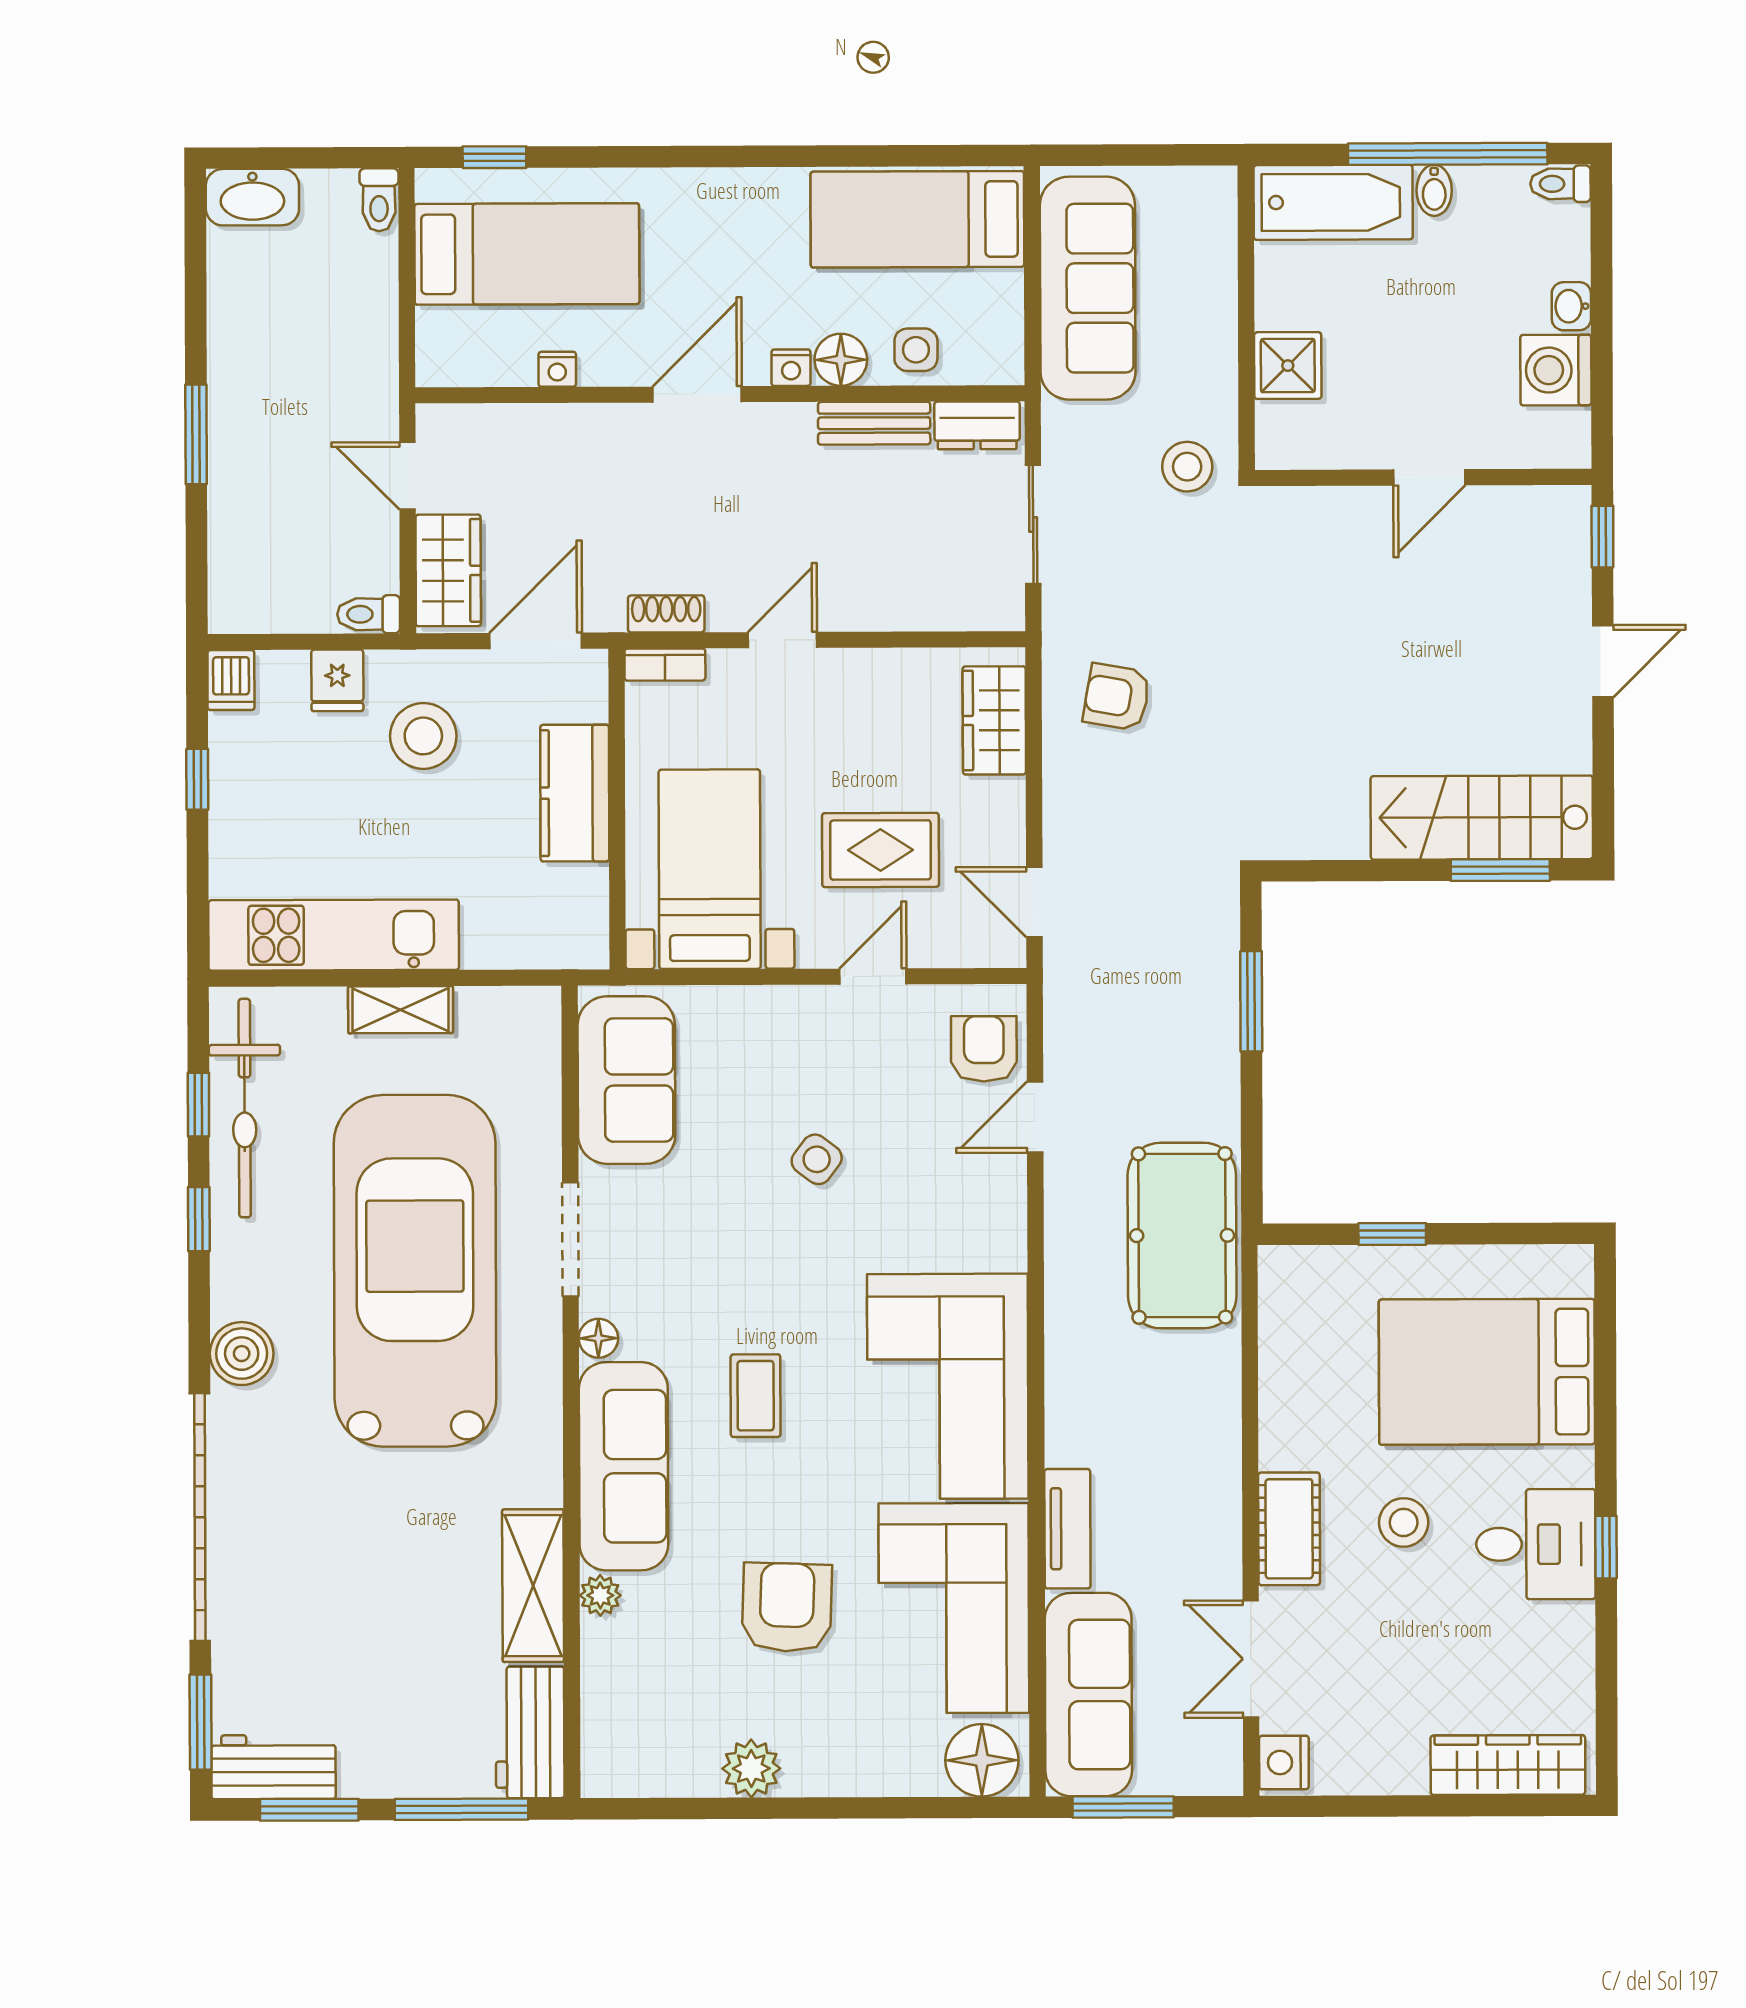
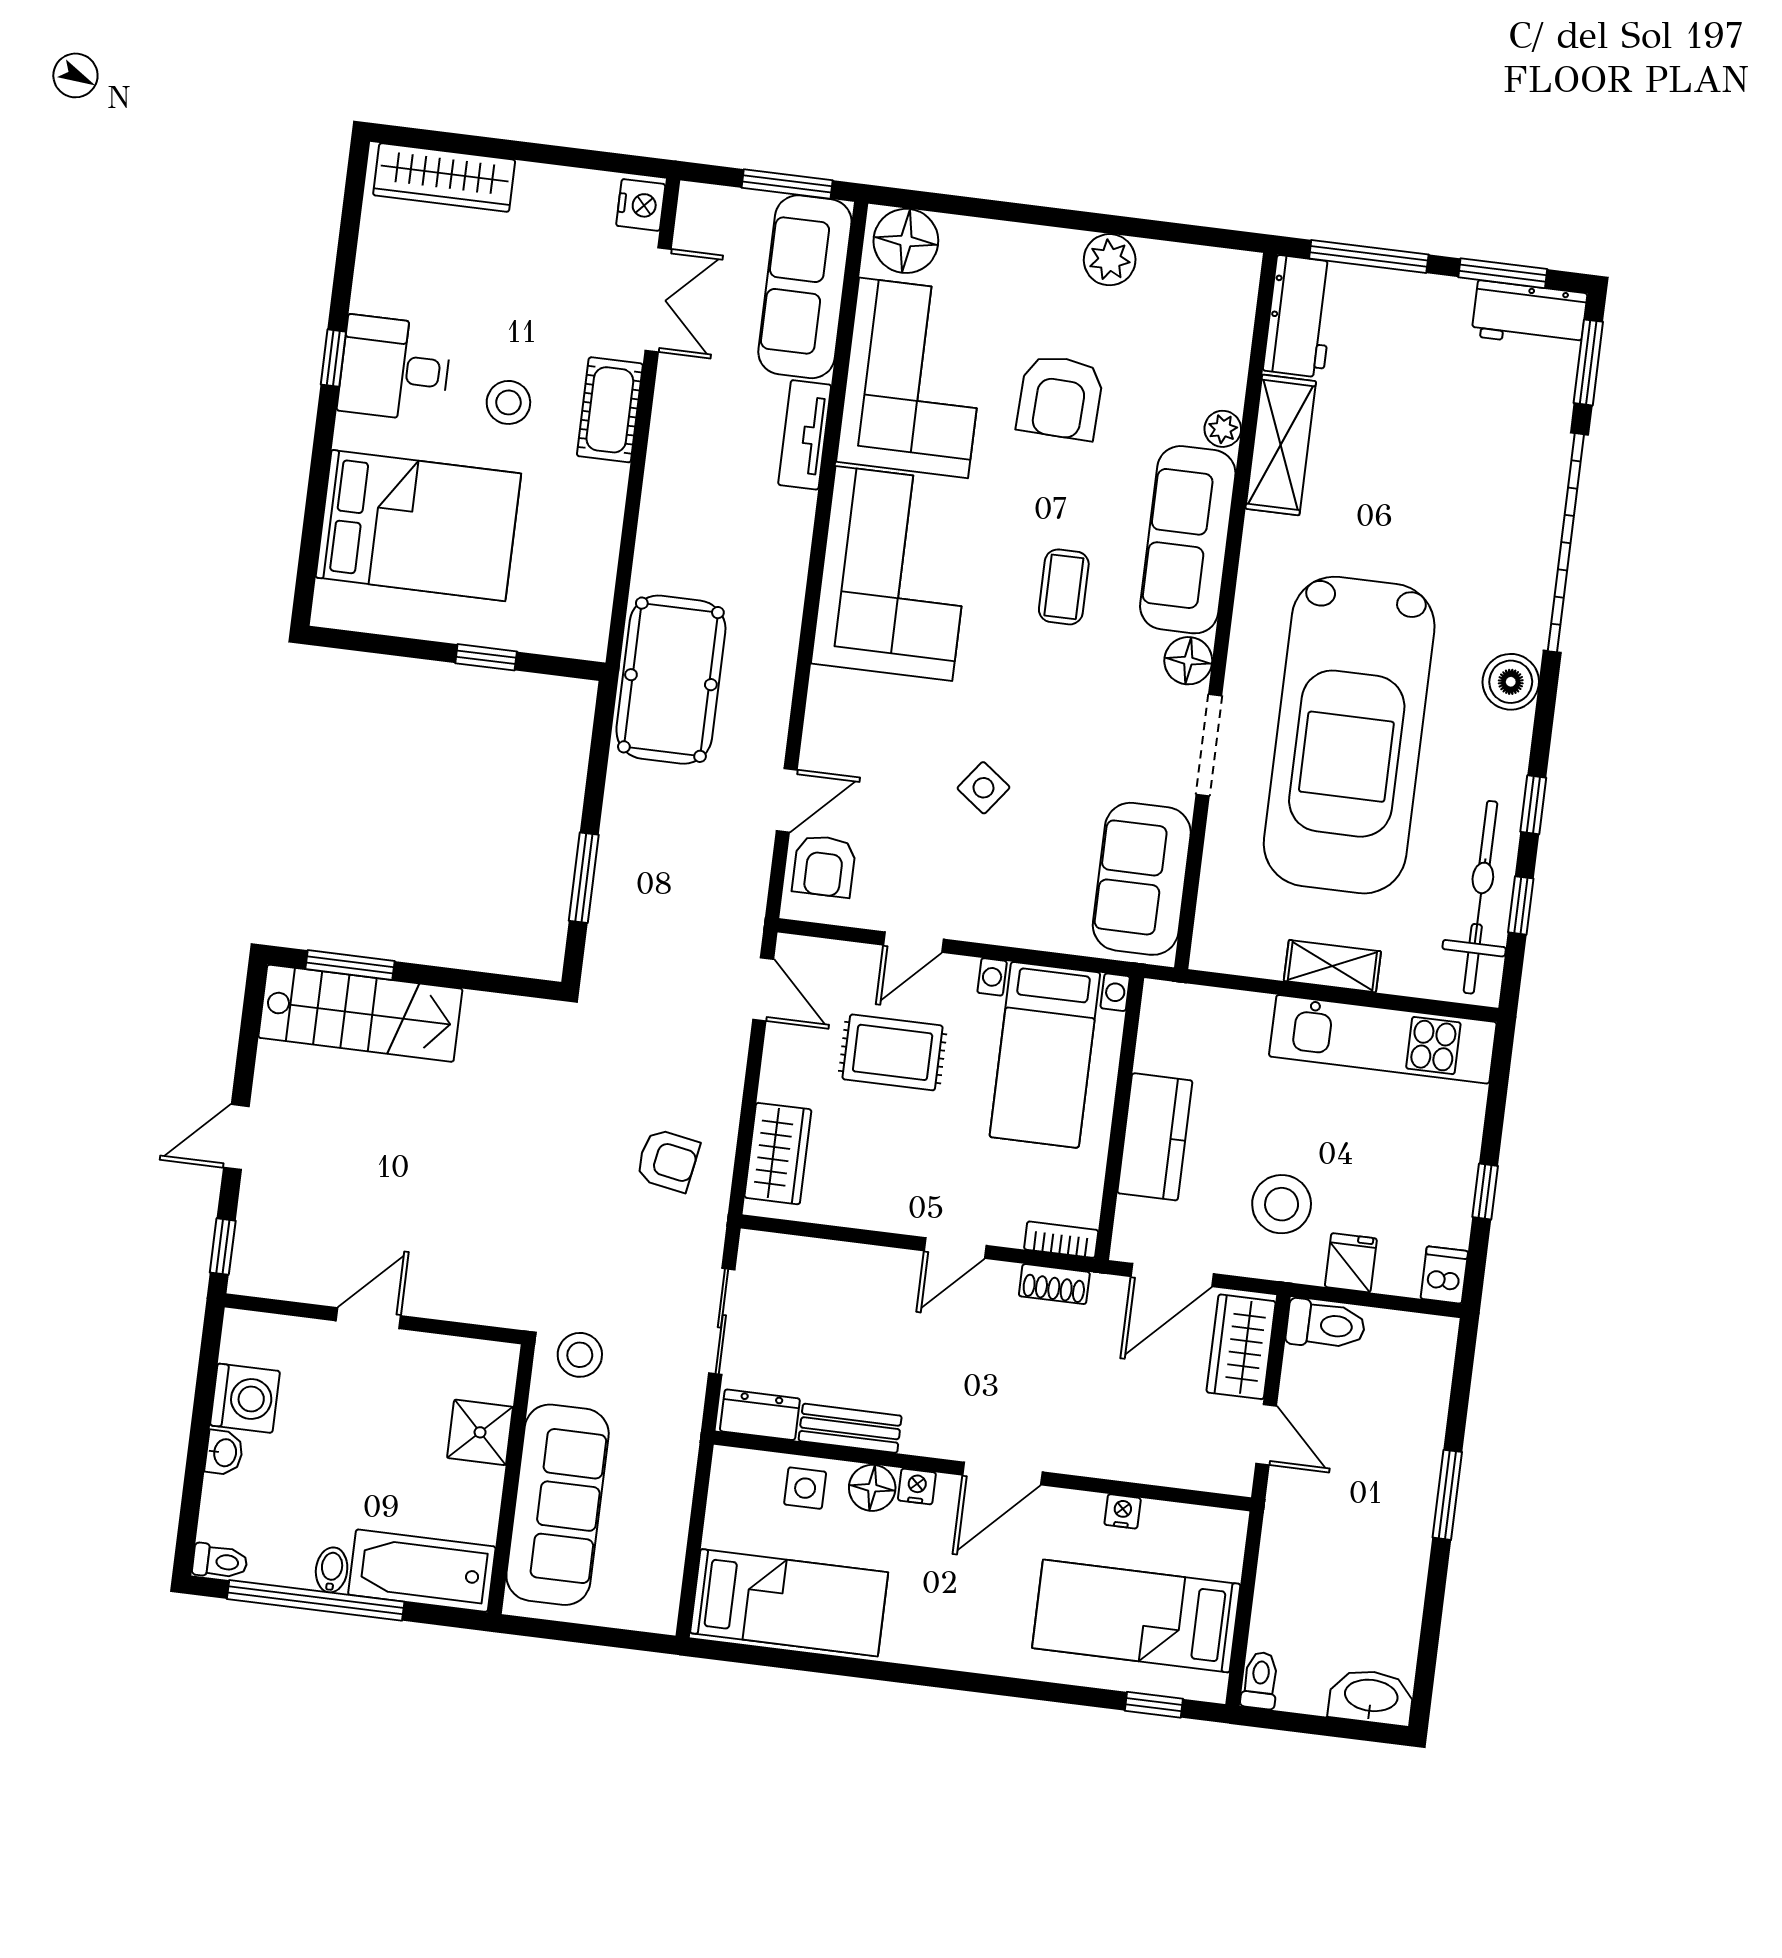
sofa: (1088, 288) -> (558, 1505), moved, turned 180
toilet: (369, 614) -> (1326, 1325), width x1.37, depth x1.39
floor lamp: (598, 1338) -> (1188, 661), width x1.37, depth x1.37

